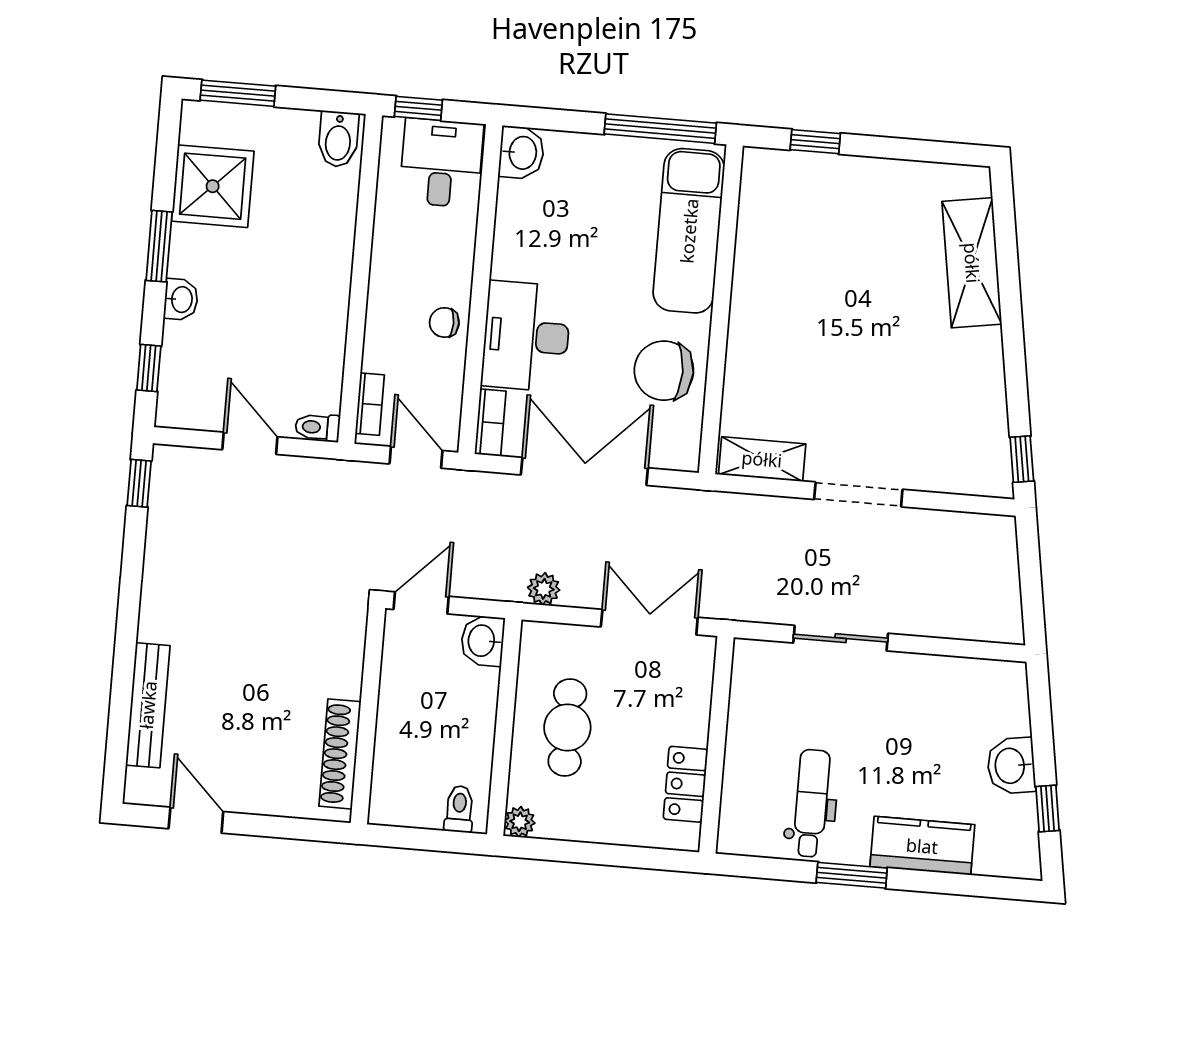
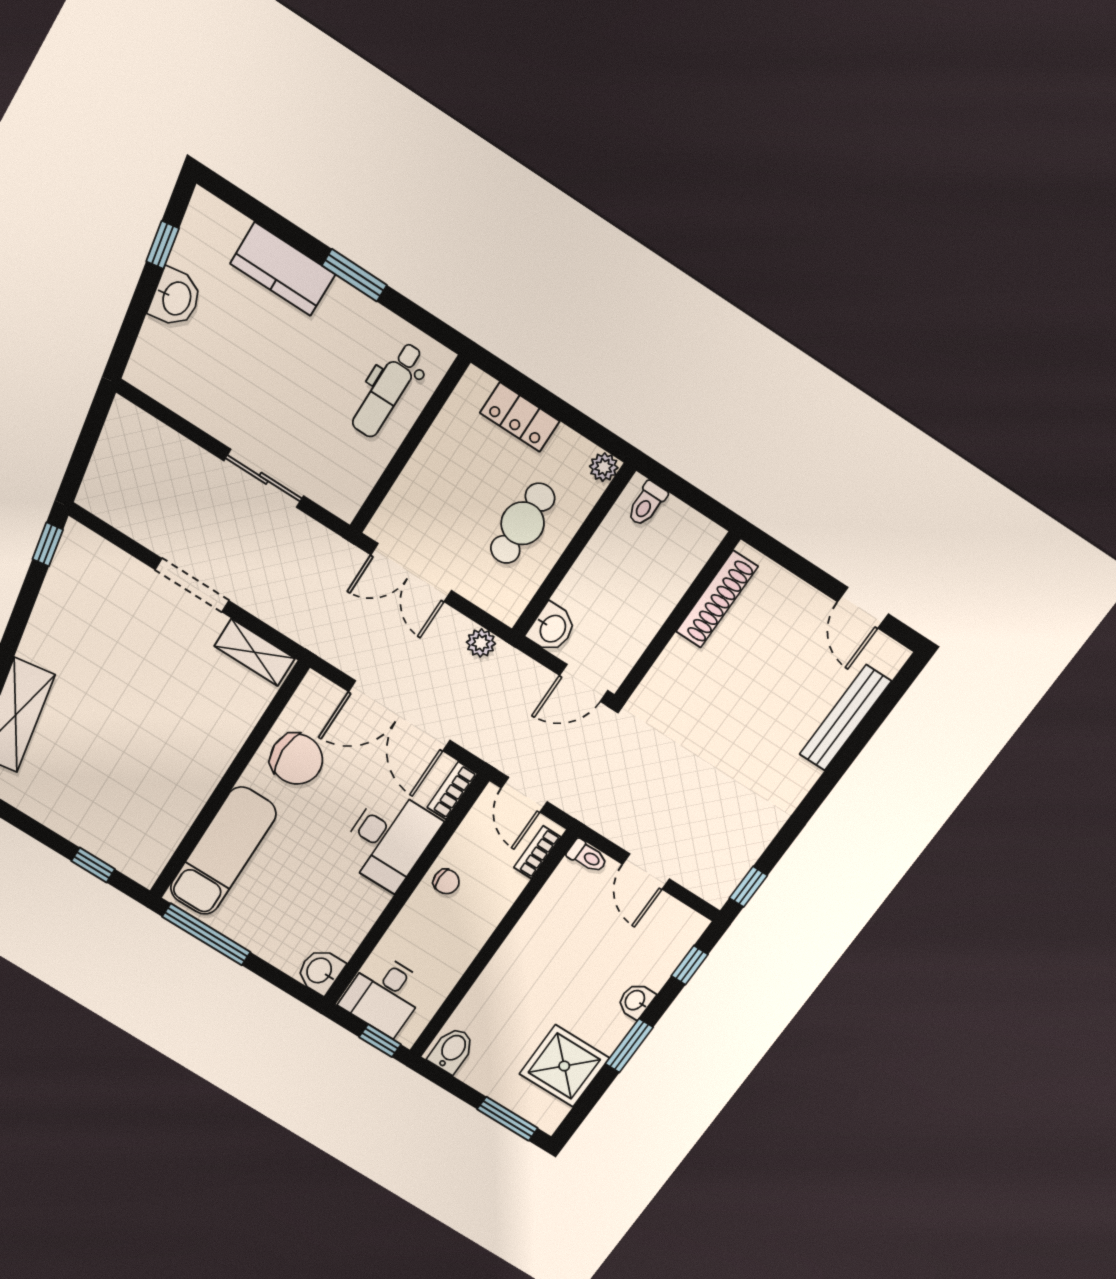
locker: (686, 784) -> (520, 417), moved, turned 90
dental chair: (811, 803) -> (388, 390), moved

